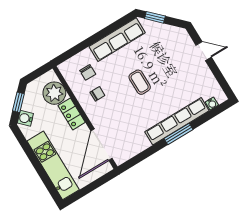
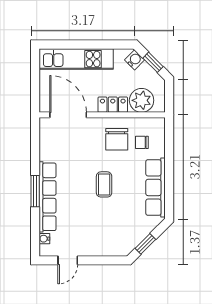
window: (155, 17) -> (145, 244), moved
door: (204, 51) -> (68, 260), moved
coffee table: (140, 82) -> (104, 184), turned 90
chair: (97, 94) -> (117, 139), width x1.87, depth x1.87

